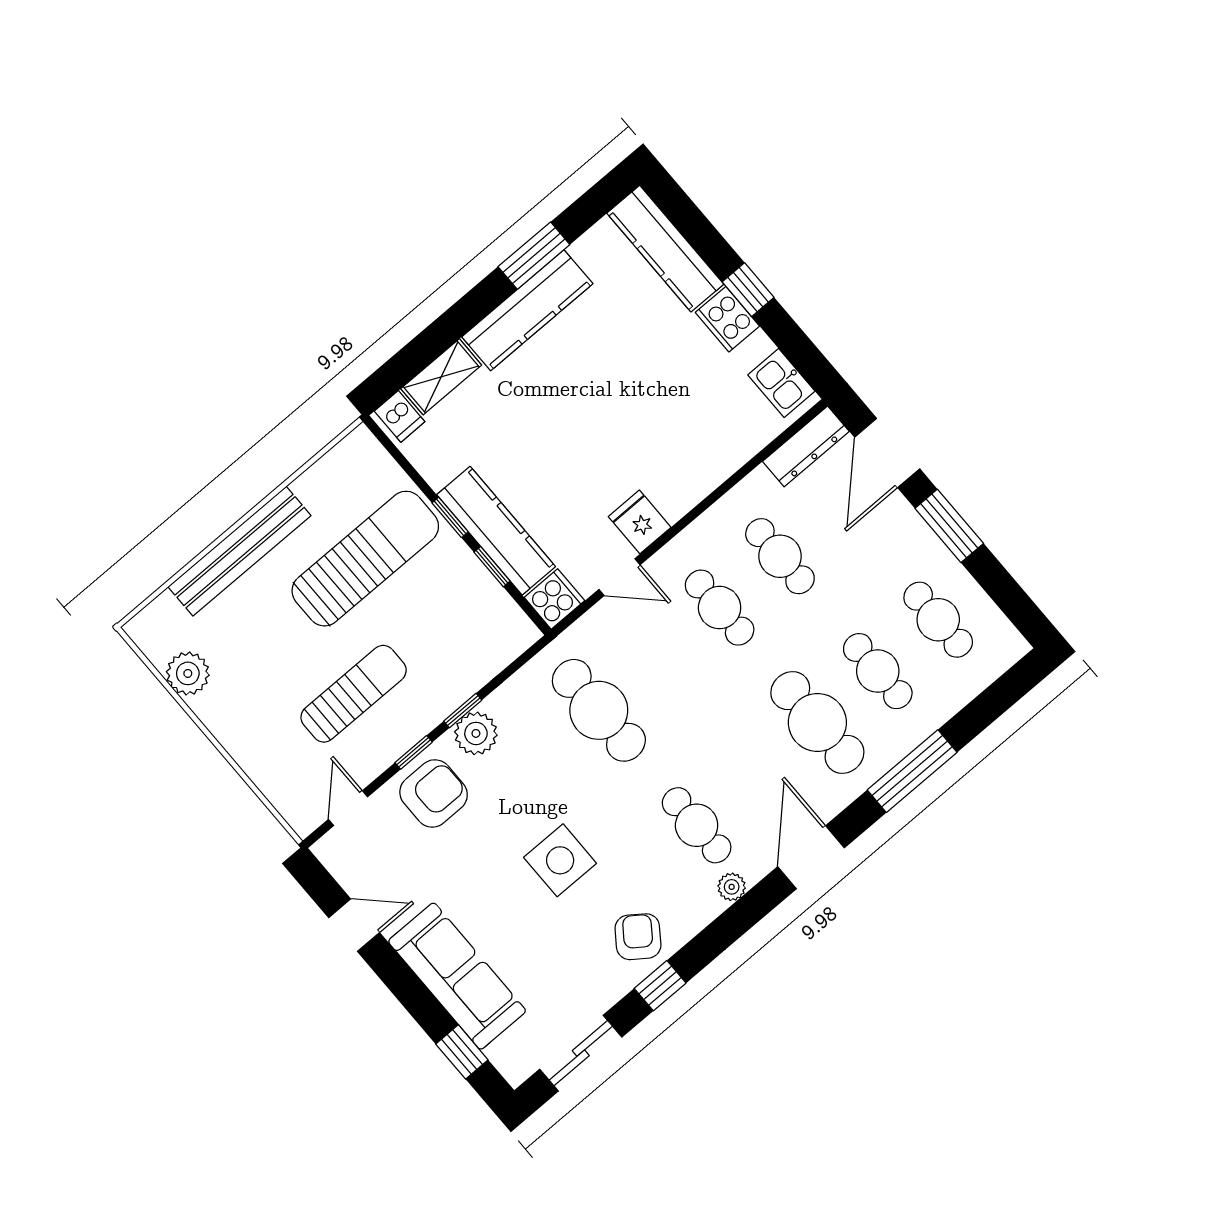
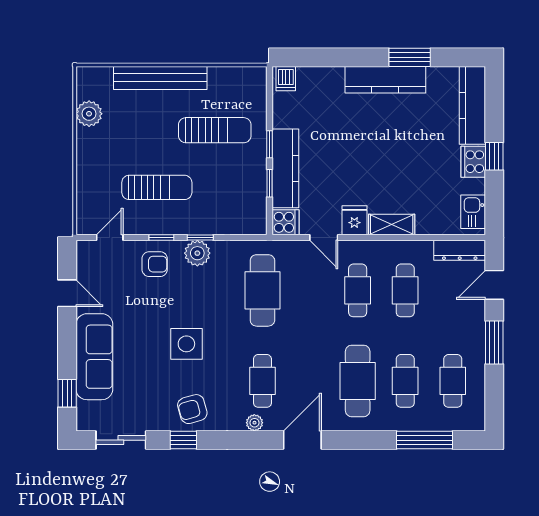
shelving: (441, 377) -> (392, 224), moved
door: (887, 453) -> (494, 285), width x0.73
sun lounger: (365, 559) -> (215, 130), width x0.73, depth x0.75
window: (912, 771) -> (425, 440), moved
armchair: (434, 793) -> (155, 264), width x0.72, depth x0.72
armchair: (638, 937) -> (192, 409), turned -142

